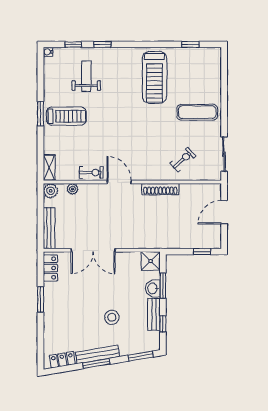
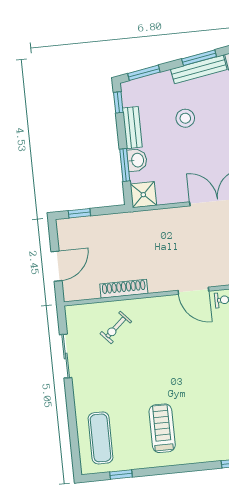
treadmill: (155, 77) -> (162, 428), width x0.73, depth x0.73
exercise mat: (197, 112) -> (100, 438), moved, turned 90
sliding door: (224, 154) -> (66, 356), moved
shoe rack: (160, 189) -> (124, 289), moved
window: (163, 324) -> (118, 102), moved

